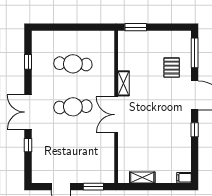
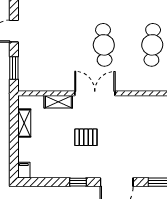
pallet: (172, 68) -> (86, 137), moved
shelving: (123, 83) -> (58, 102), moved

